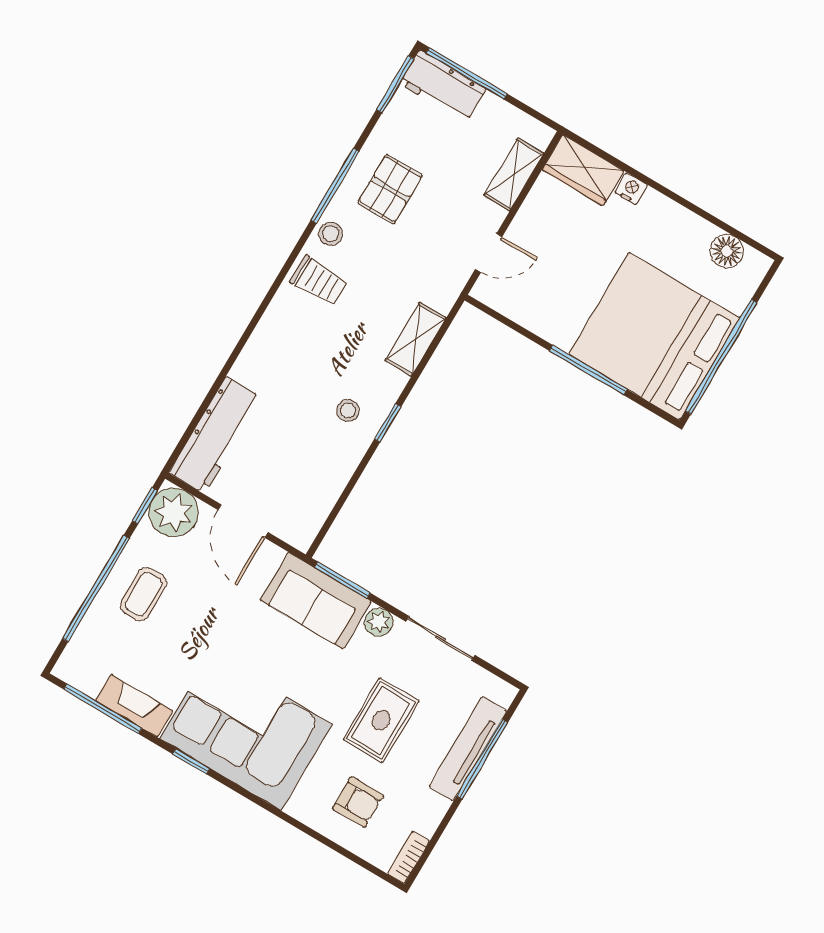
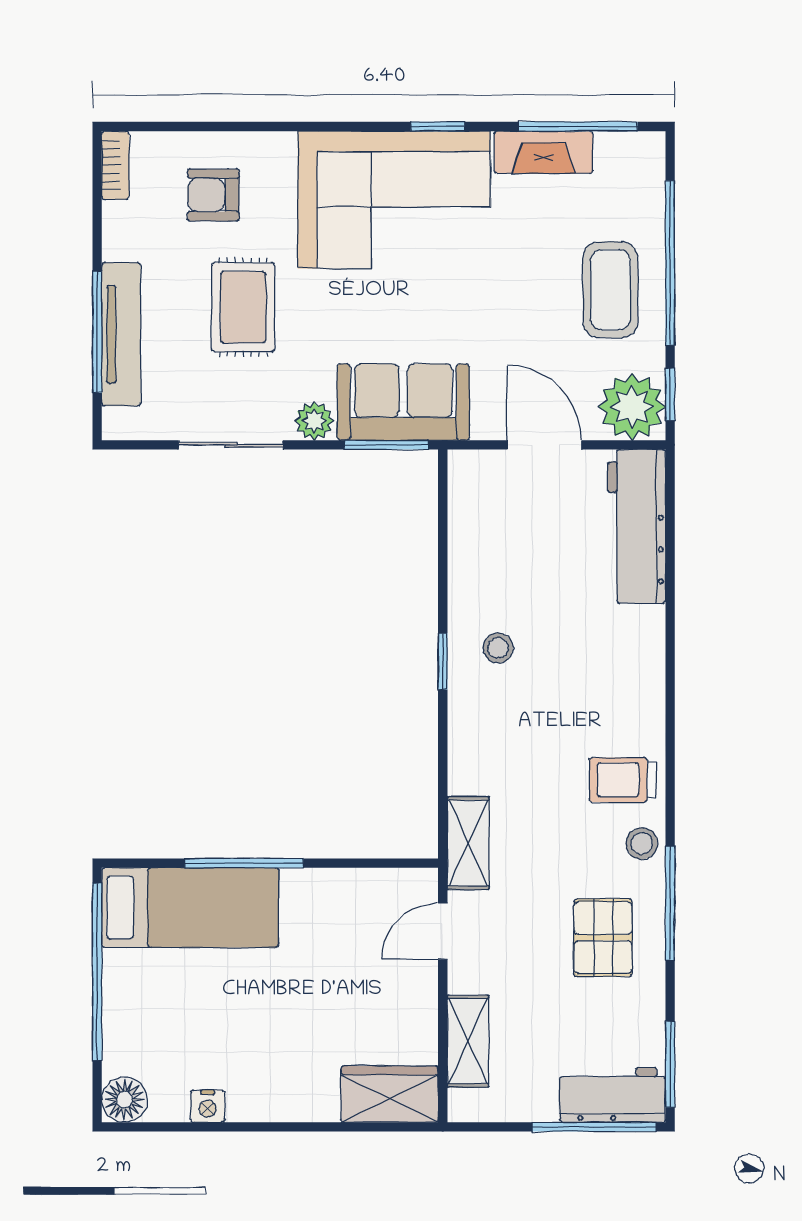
nightstand: (631, 189) -> (208, 1106), moved
floor lamp: (727, 251) -> (124, 1100), moved
bed: (654, 336) -> (190, 907), width x0.49
shelving: (416, 339) -> (468, 843), moved
coffee table: (143, 594) -> (610, 290), width x1.36, depth x1.30

